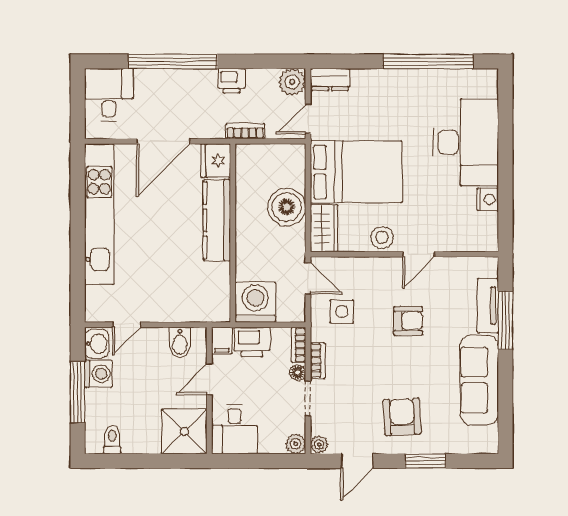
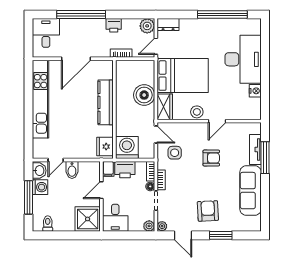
fridge: (216, 161) -> (105, 147), moved
bidet: (180, 343) -> (72, 170), moved
door: (357, 461) -> (183, 235), hinge flipped

